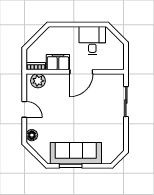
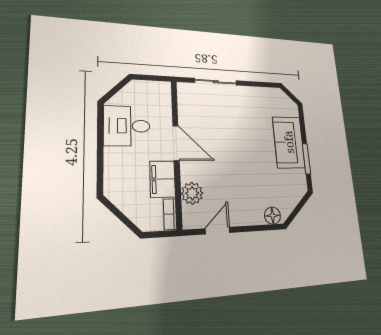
plant: (38, 81) -> (192, 193), moved
door: (24, 109) -> (218, 231), moved
sofa: (76, 153) -> (289, 142), width x0.73

